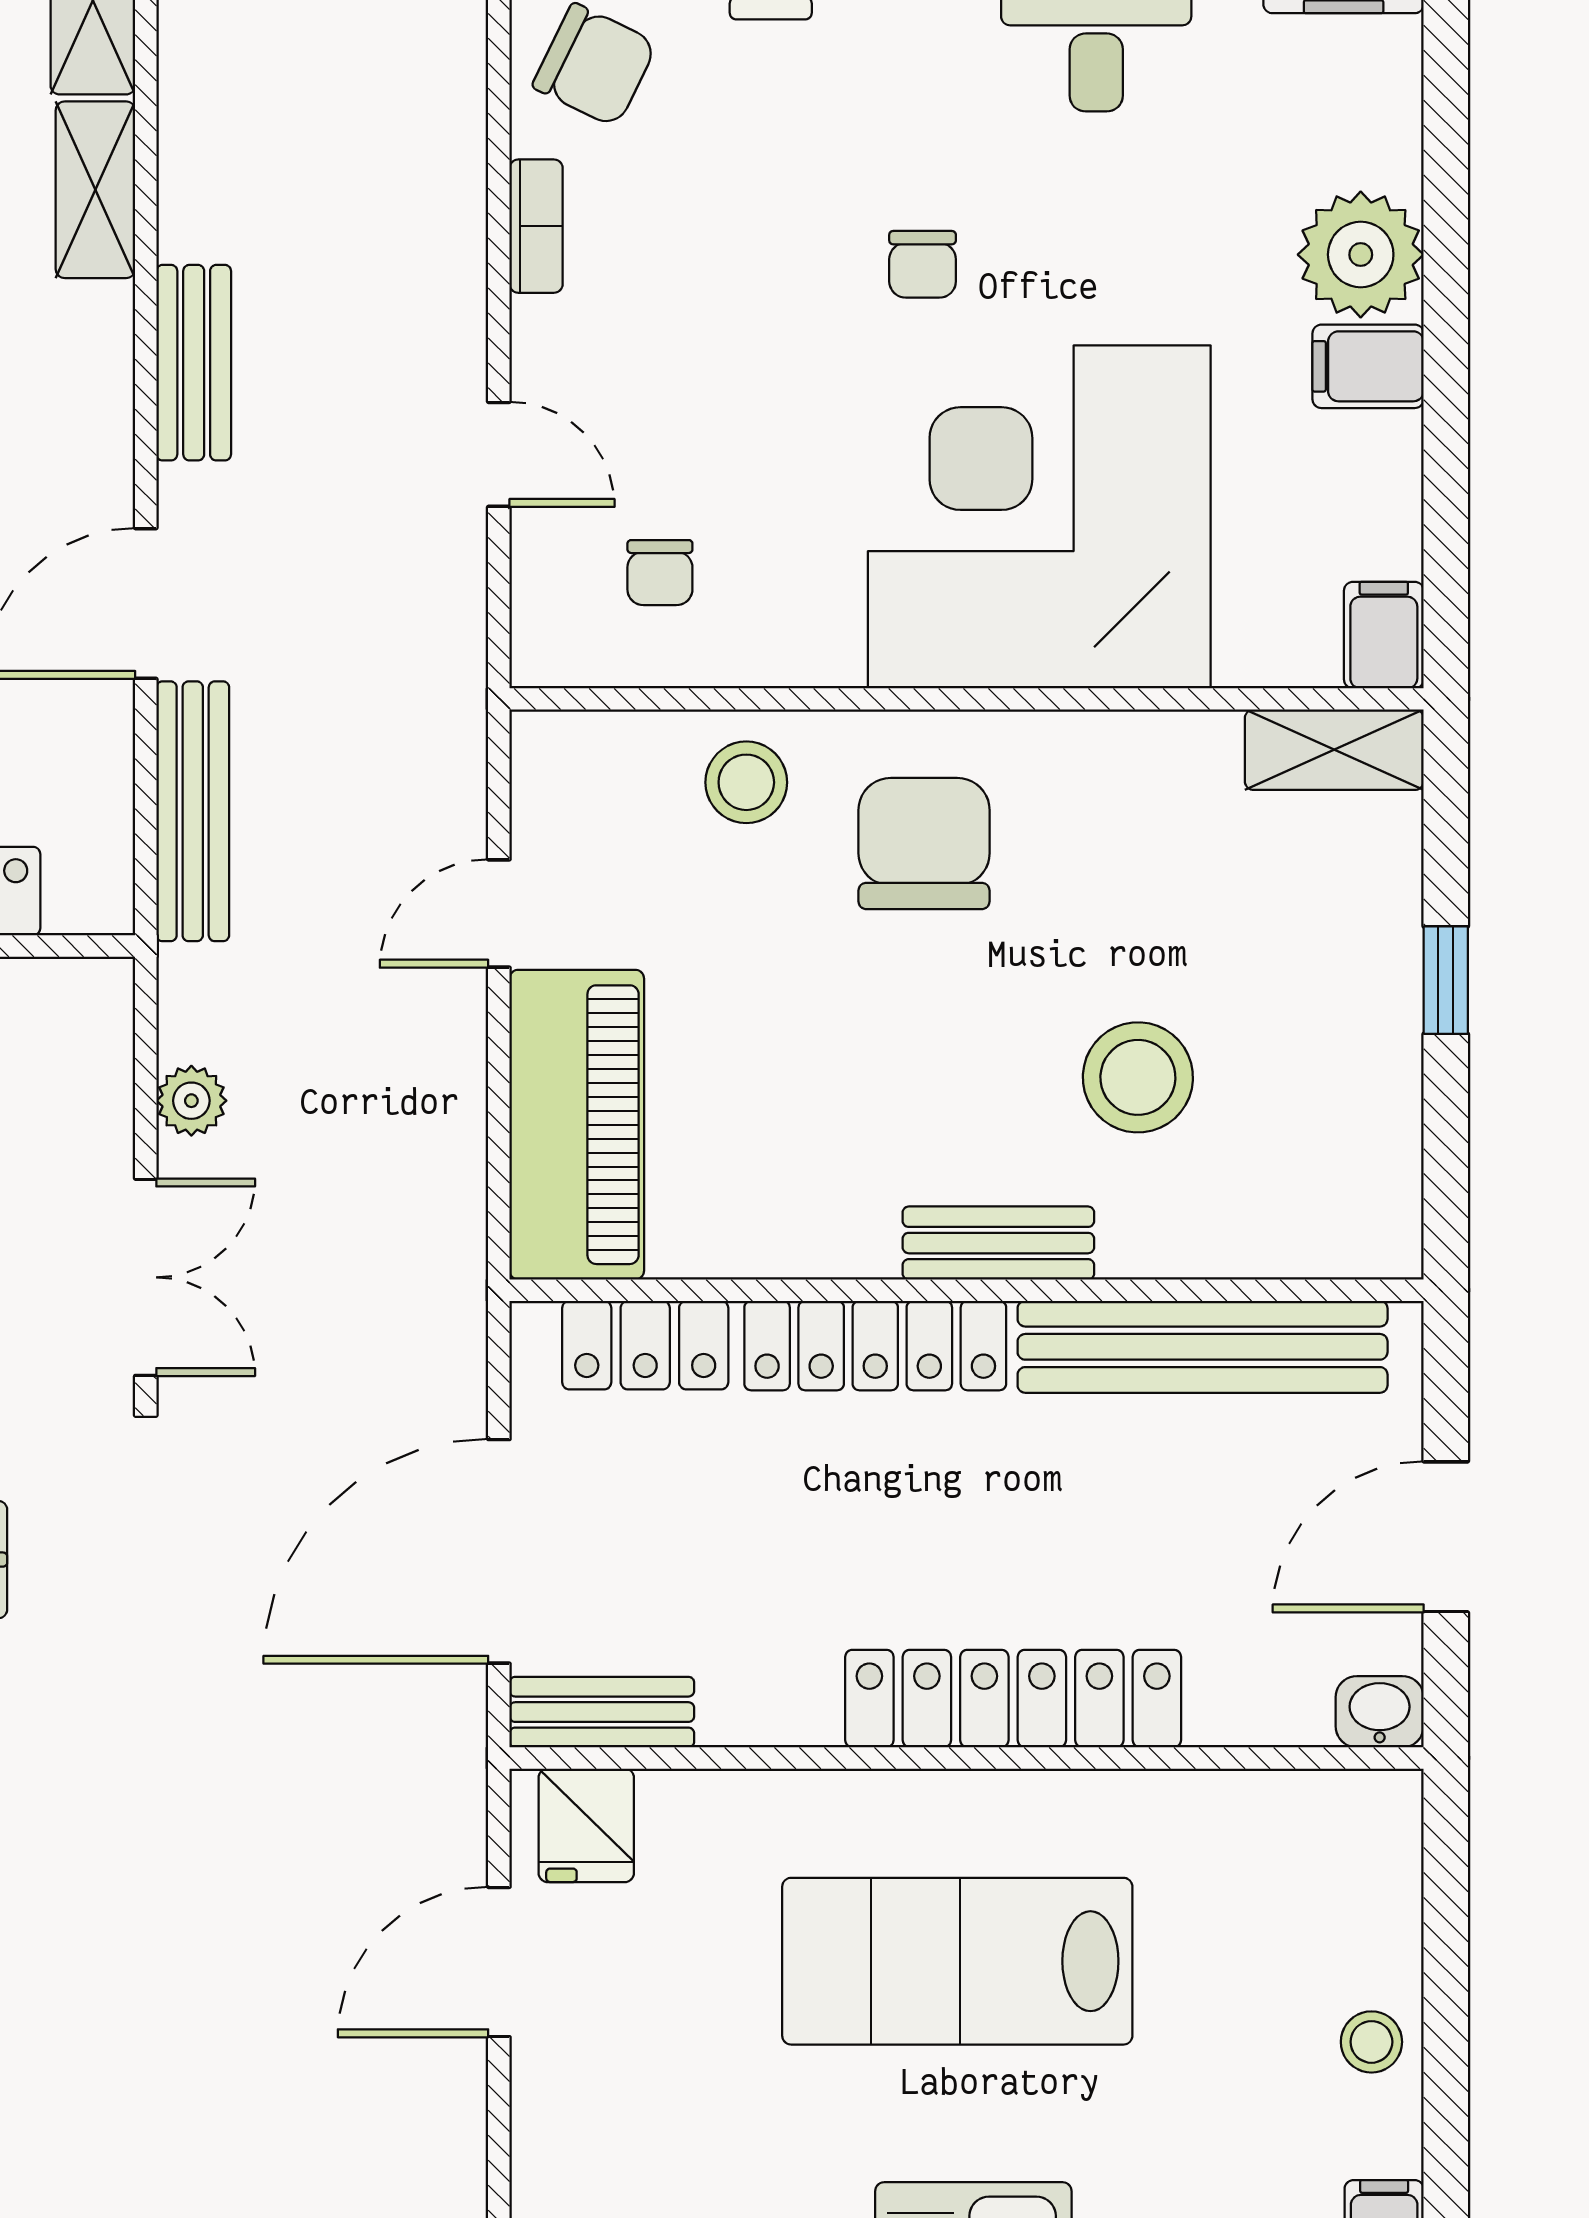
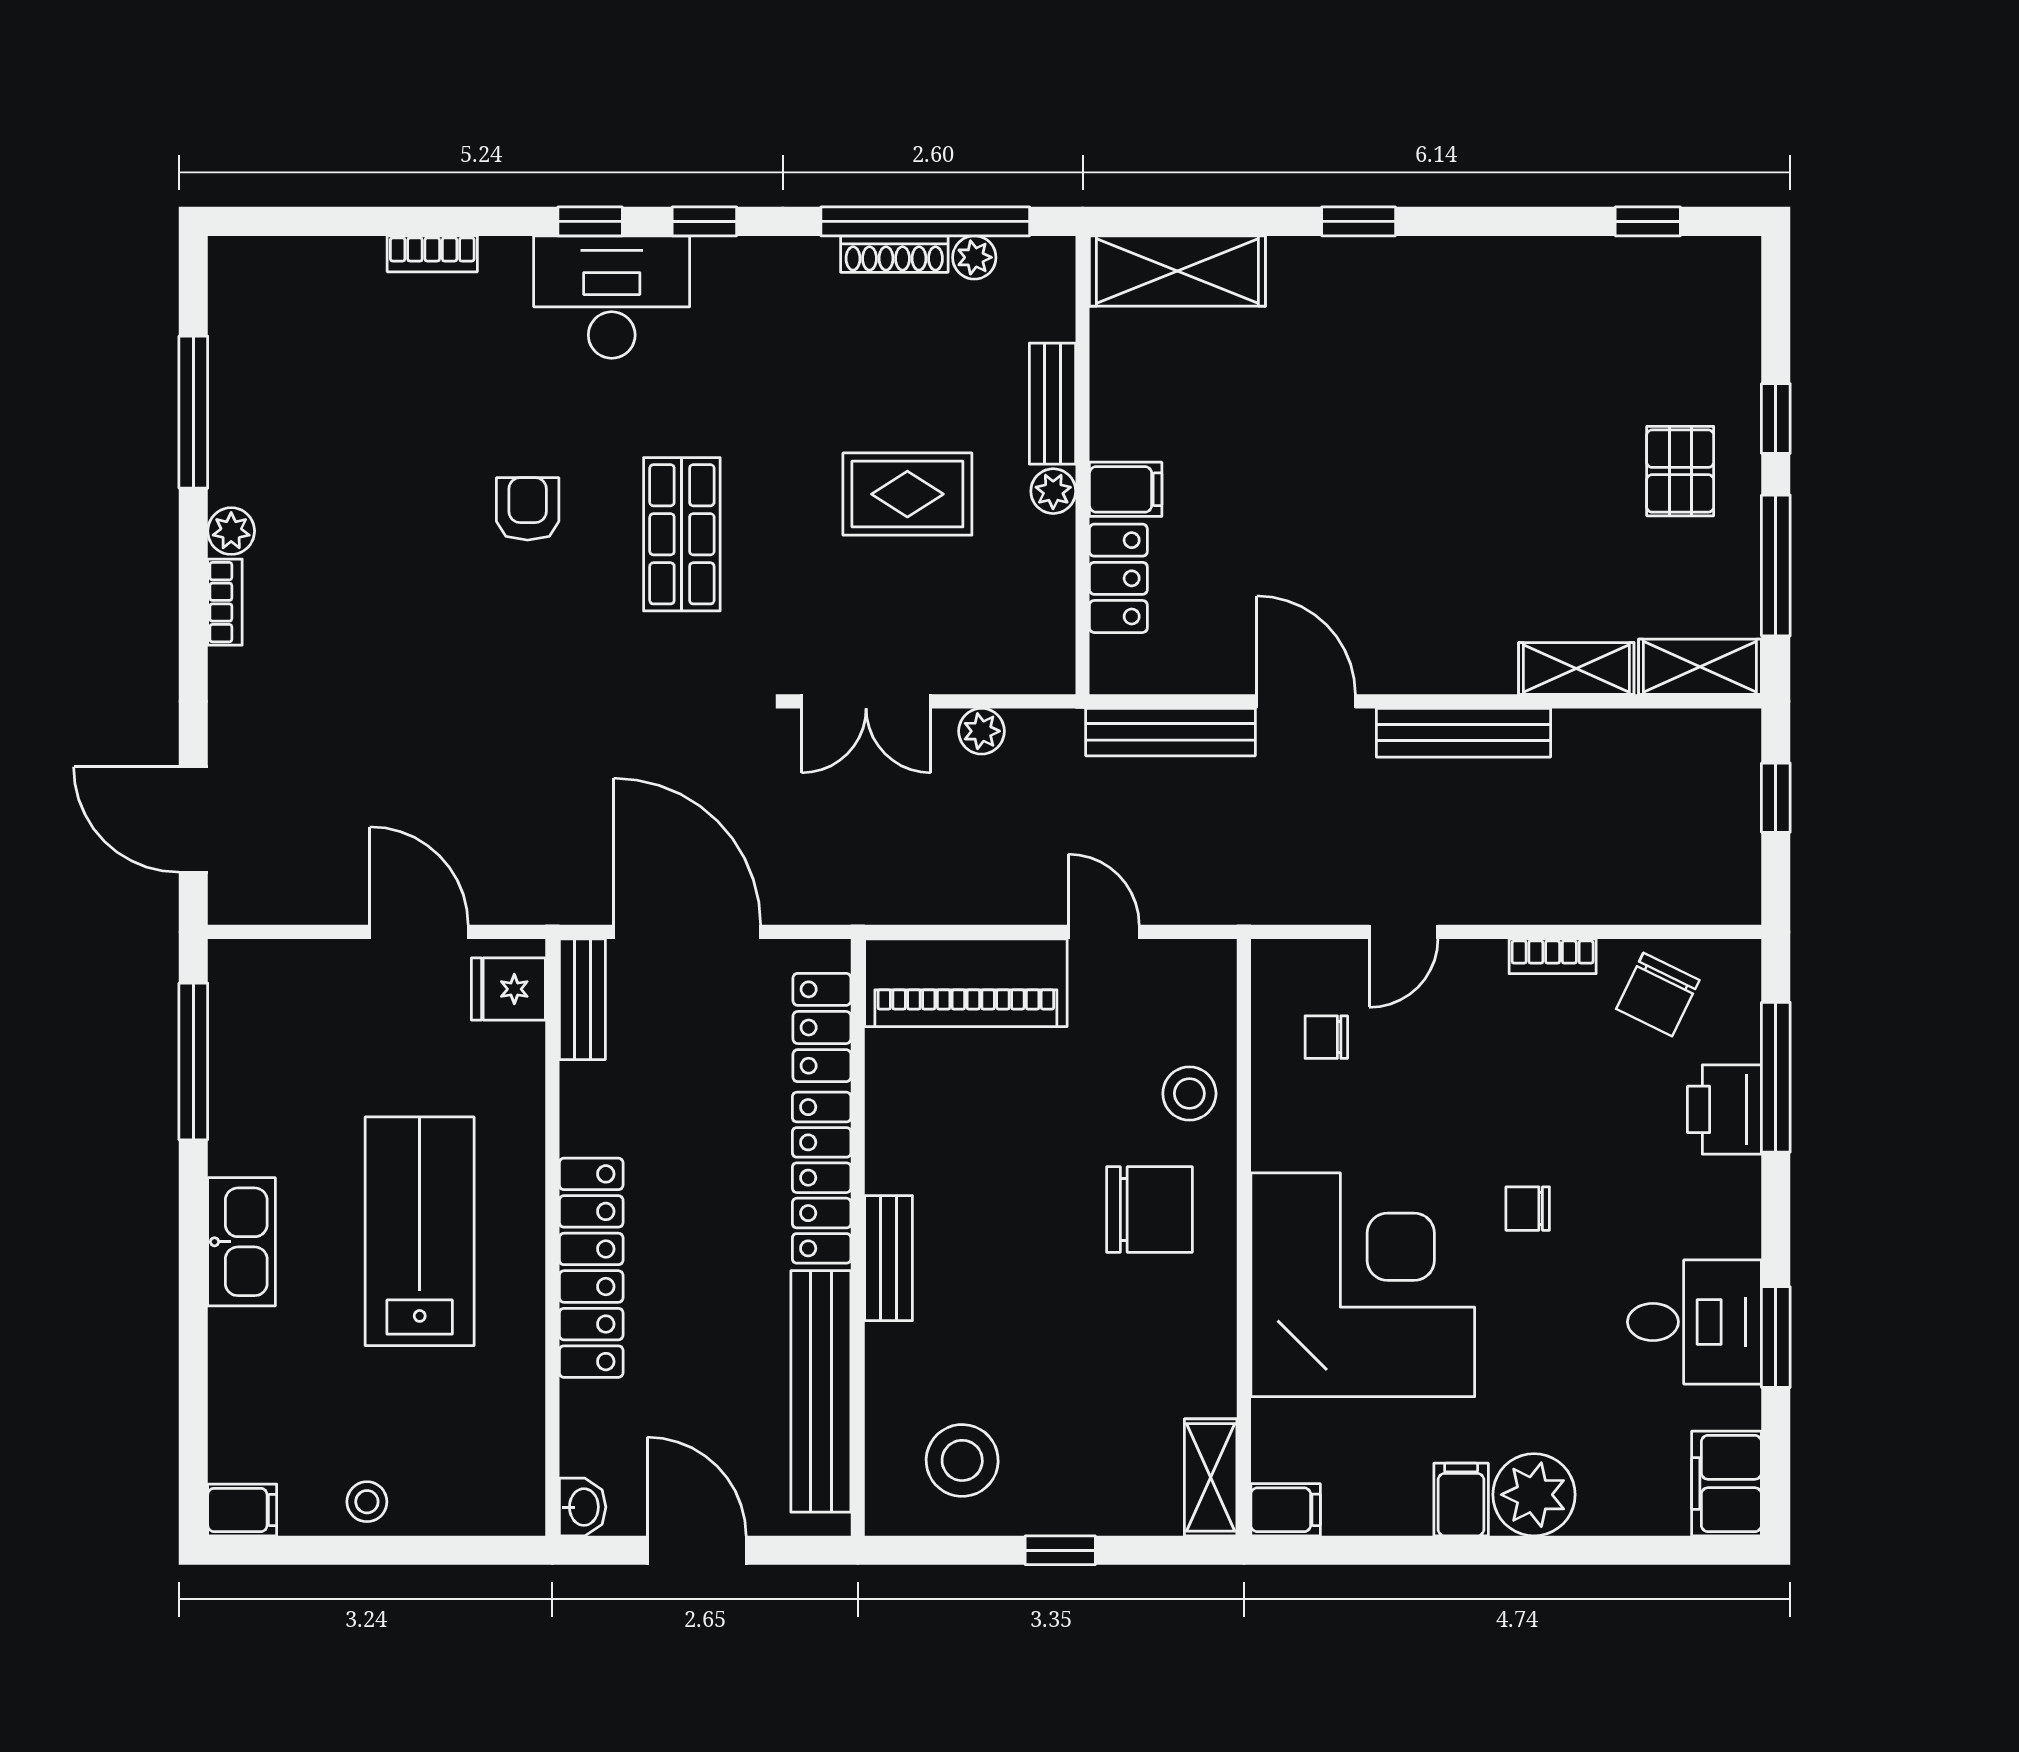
bench: (194, 363) -> (1463, 733), width x1.36
stool: (1138, 1077) -> (962, 1460), moved

